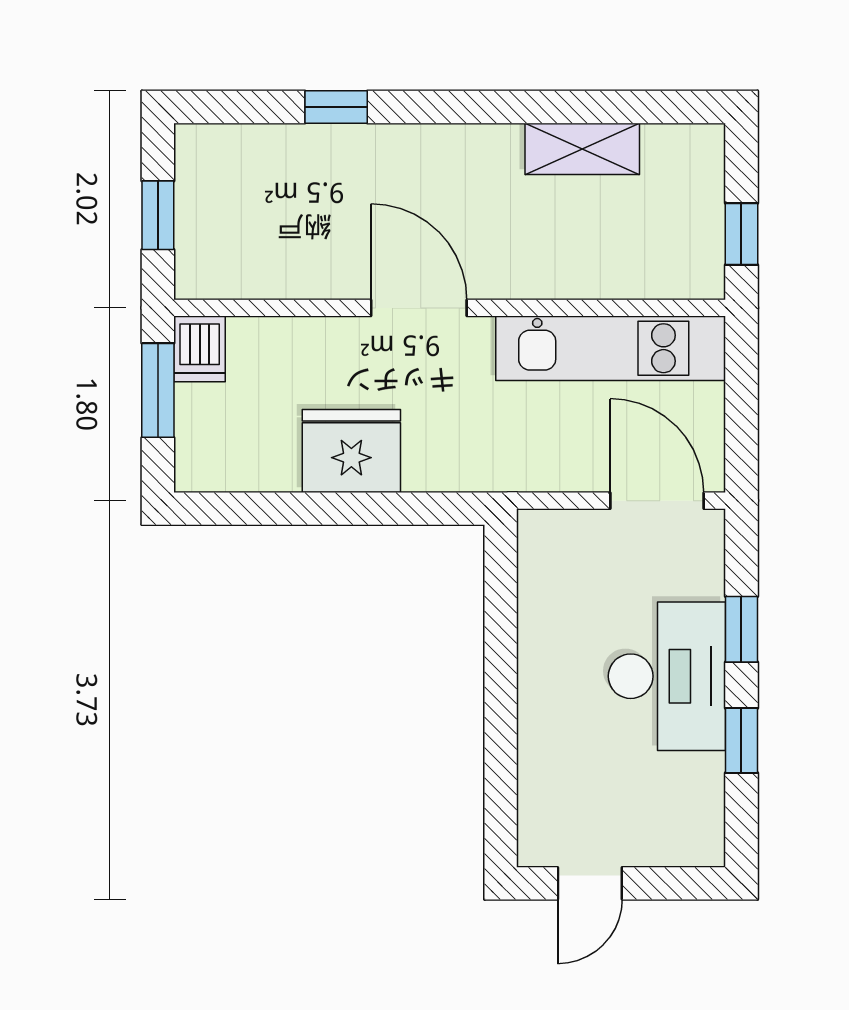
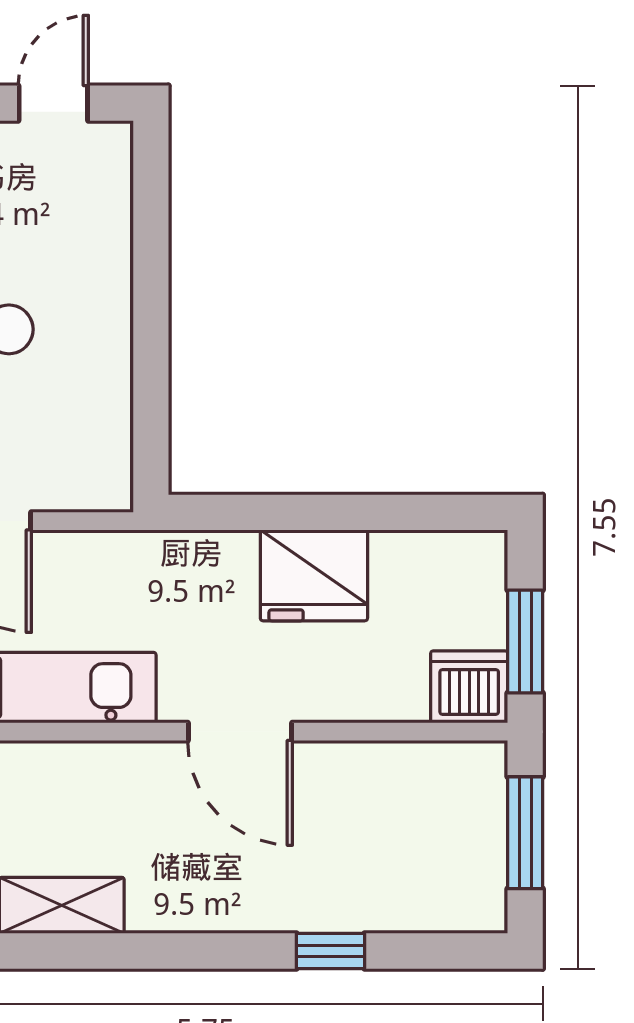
window: (158, 215) -> (525, 833), width x1.50
dishwasher: (200, 349) -> (469, 687), width x1.38

